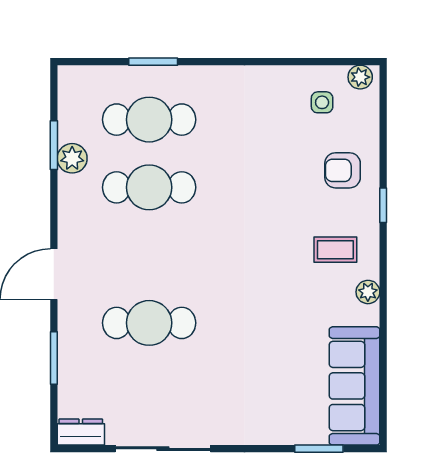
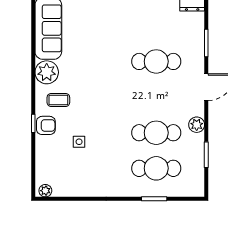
side table: (322, 102) -> (79, 142), moved
plant: (72, 158) -> (197, 125), moved
armchair: (343, 170) -> (46, 125), moved
plant: (368, 292) -> (47, 72), width x1.87, depth x1.87

